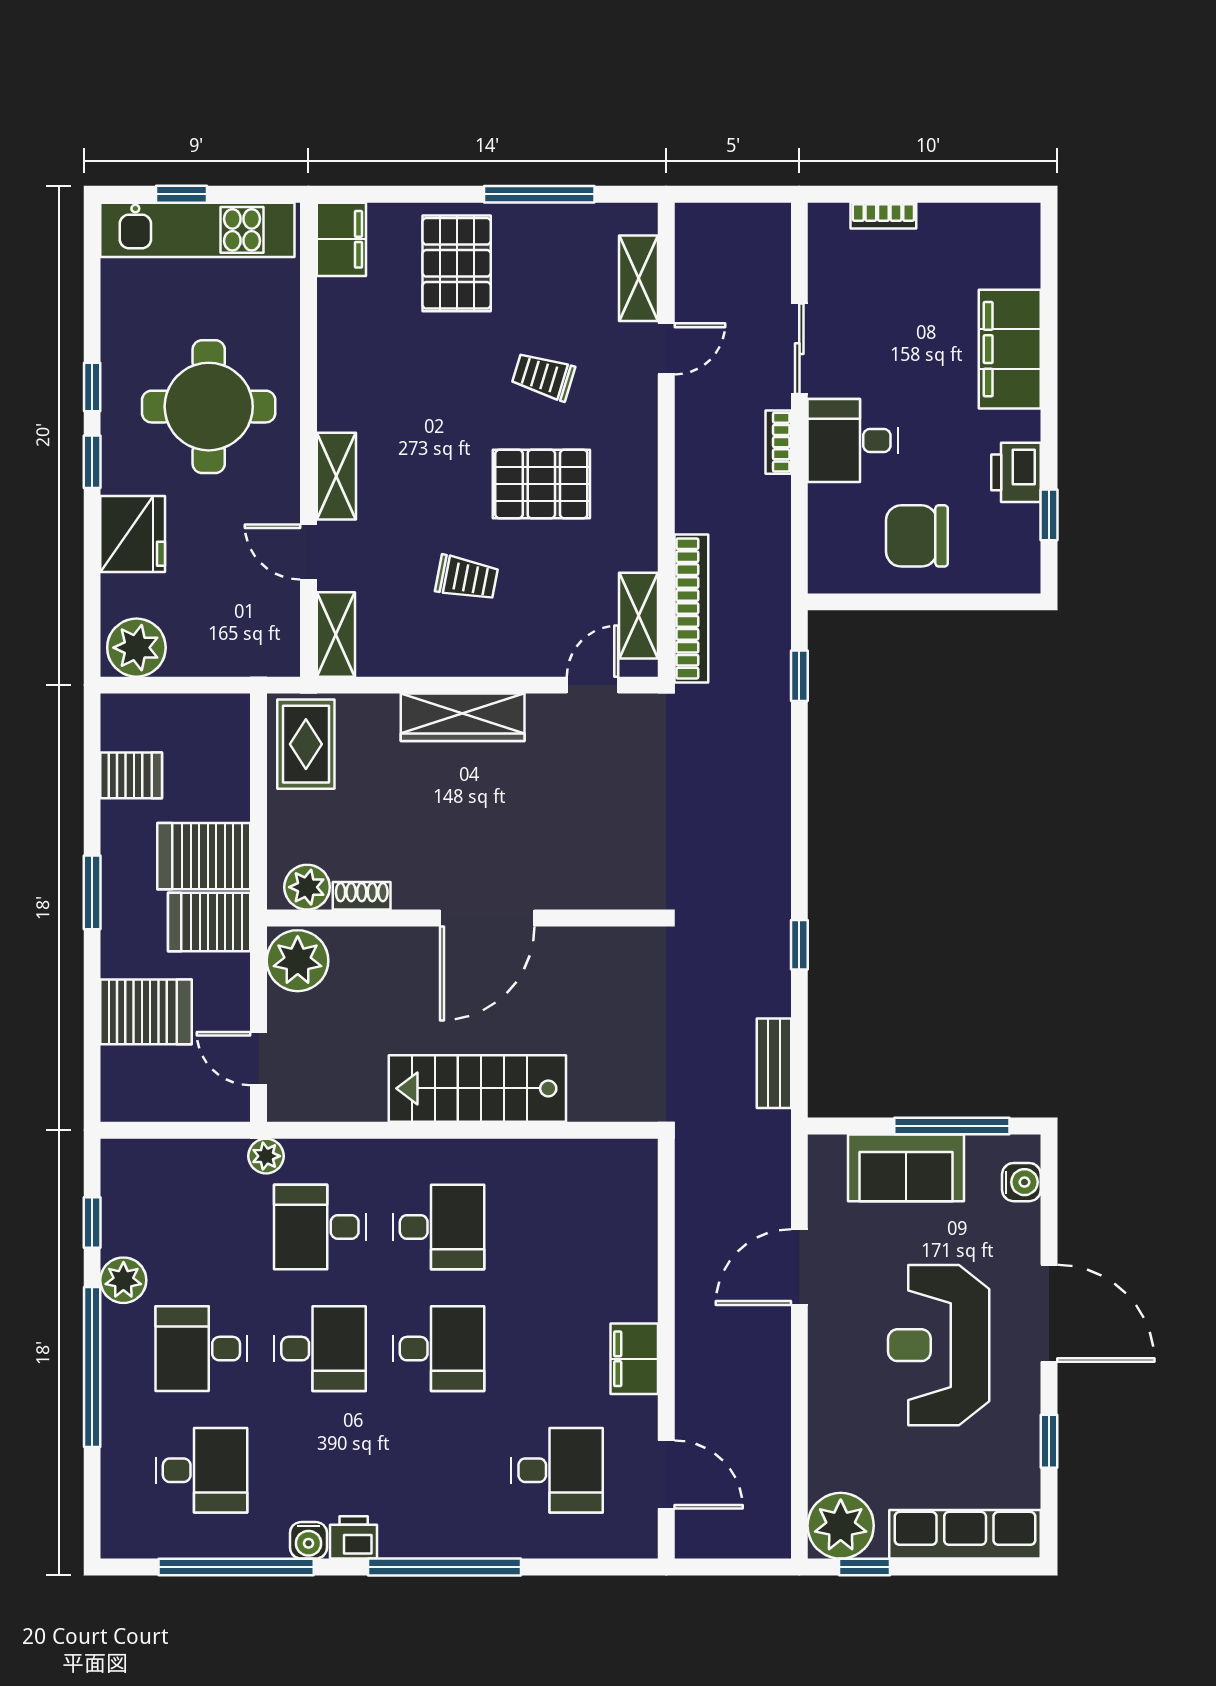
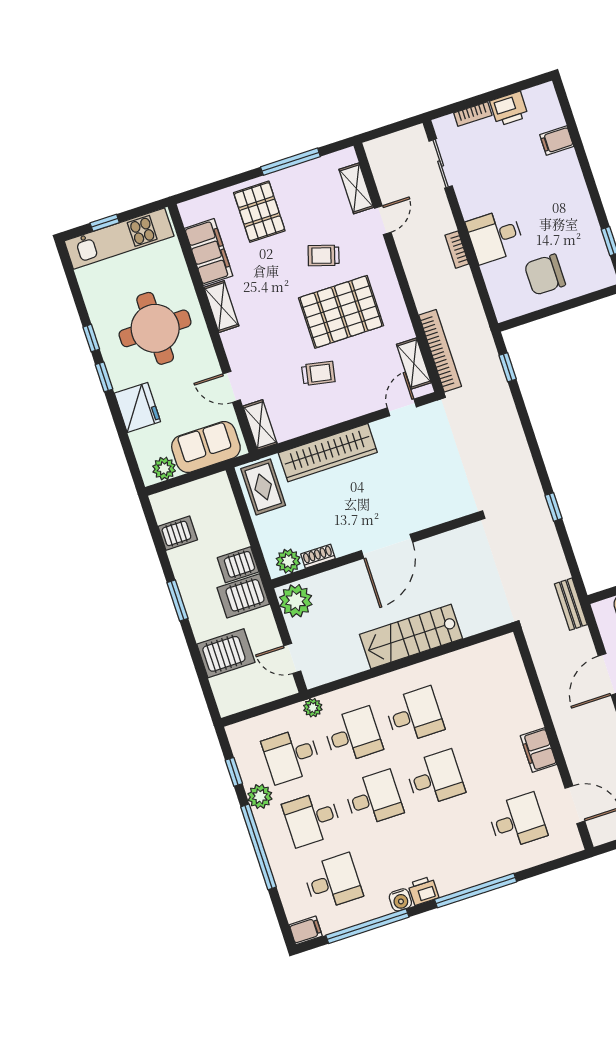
filing cabinet: (341, 239) -> (209, 252), moved, width x1.50, depth x1.17
sliding door: (799, 349) -> (441, 163), moved
filing cabinet: (1010, 349) -> (557, 140), width x0.33, depth x0.86
printer: (1016, 472) -> (509, 109), moved, turned -90
shelving: (336, 476) -> (221, 307), moved
pallet: (541, 484) -> (341, 312), width x1.37, depth x1.41
sofa: (229, 642) -> (206, 447), added
plant: (136, 648) -> (164, 469), width x0.73, depth x0.73
wardrobe: (463, 717) -> (328, 453), width x1.40, depth x1.17
server rack: (204, 856) -> (238, 565), width x0.73, depth x0.70
bench: (774, 1063) -> (571, 604), moved
desk: (201, 1227) -> (291, 756), added
desk: (320, 1227) -> (353, 735), turned 180
filing cabinet: (126, 1539) -> (306, 930), added

